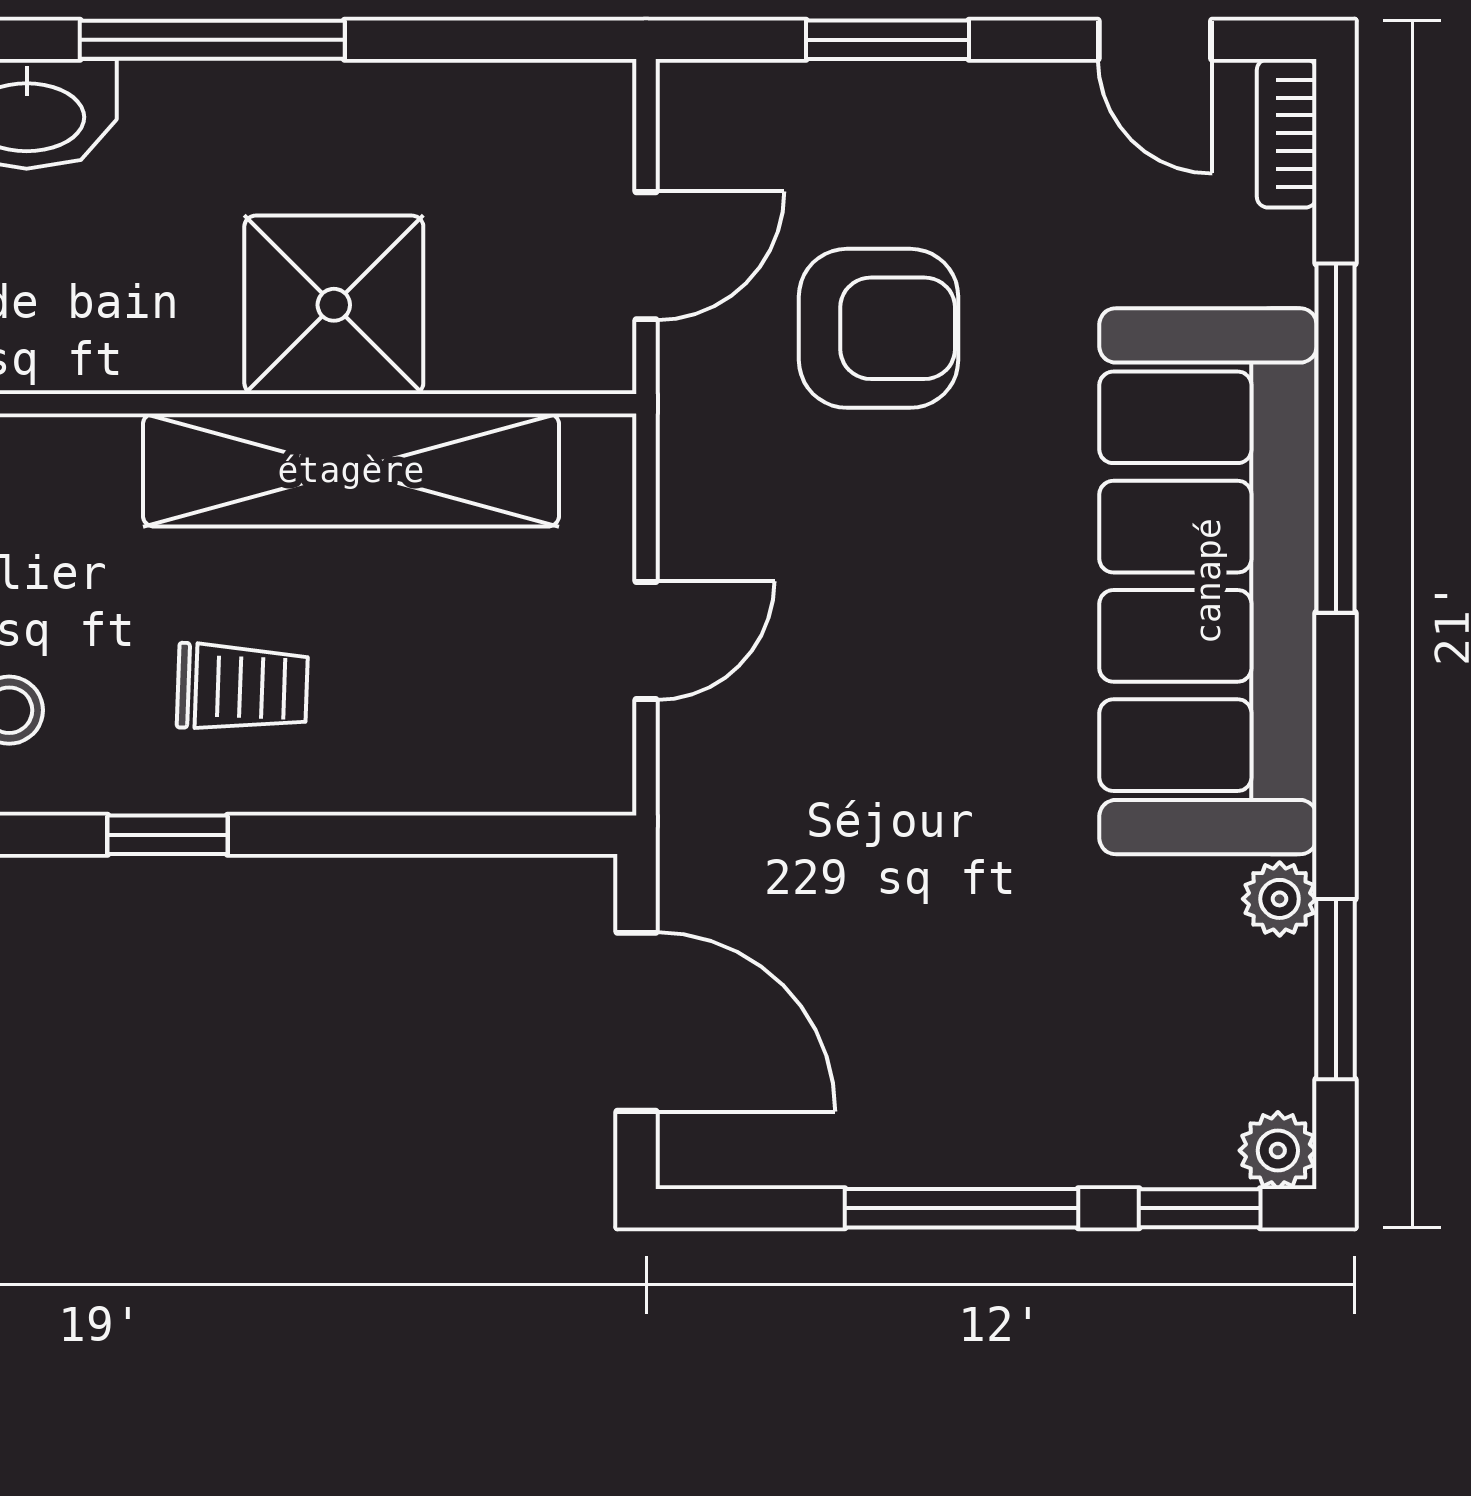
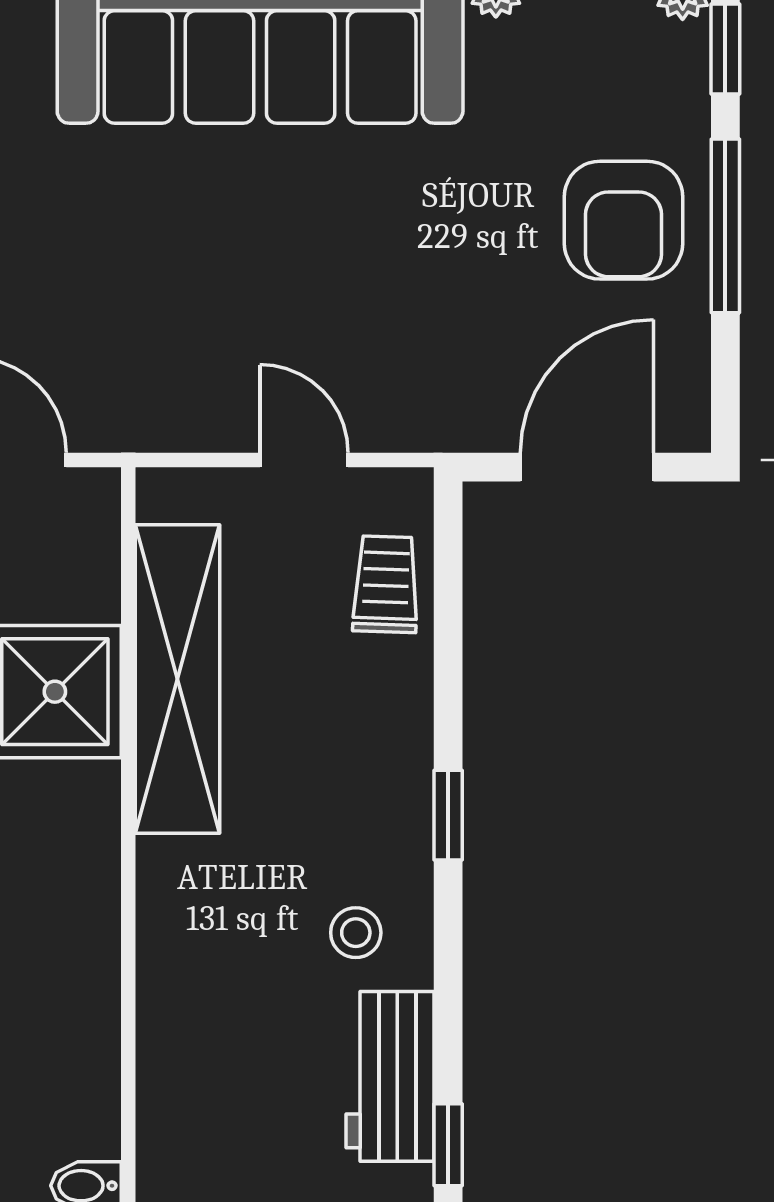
armchair: (879, 328) -> (623, 220), moved, turned 180
trolley: (242, 687) -> (386, 584), moved

